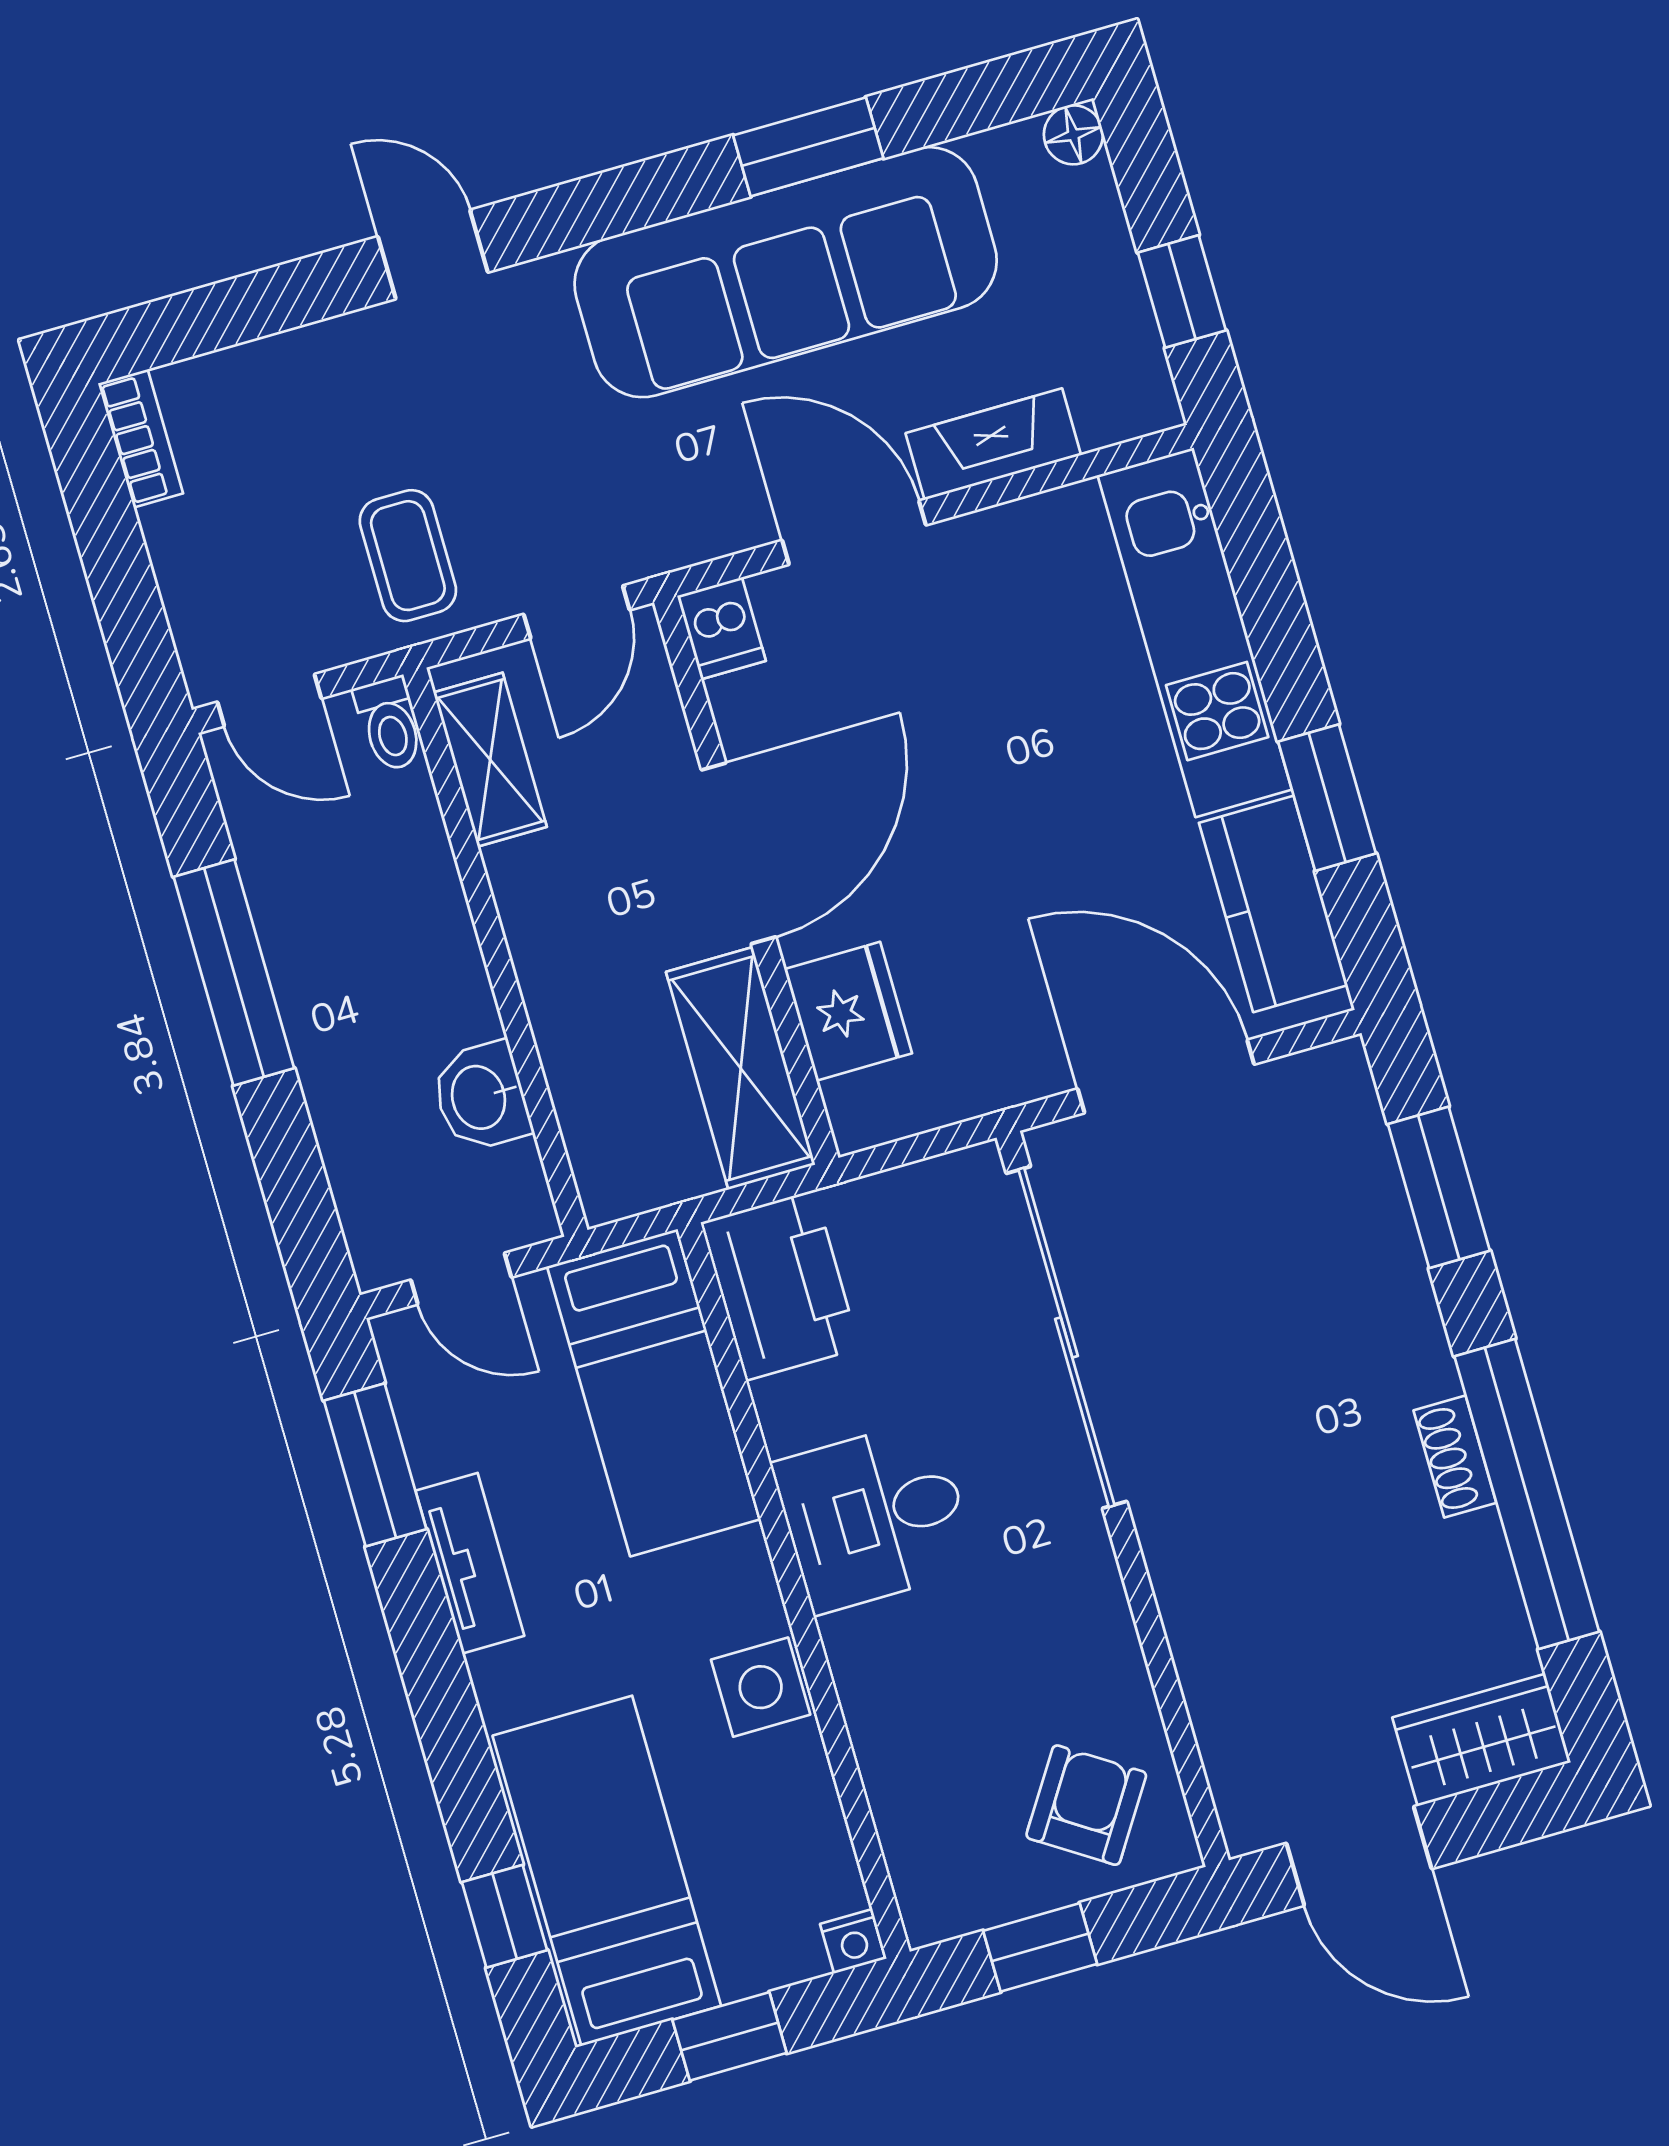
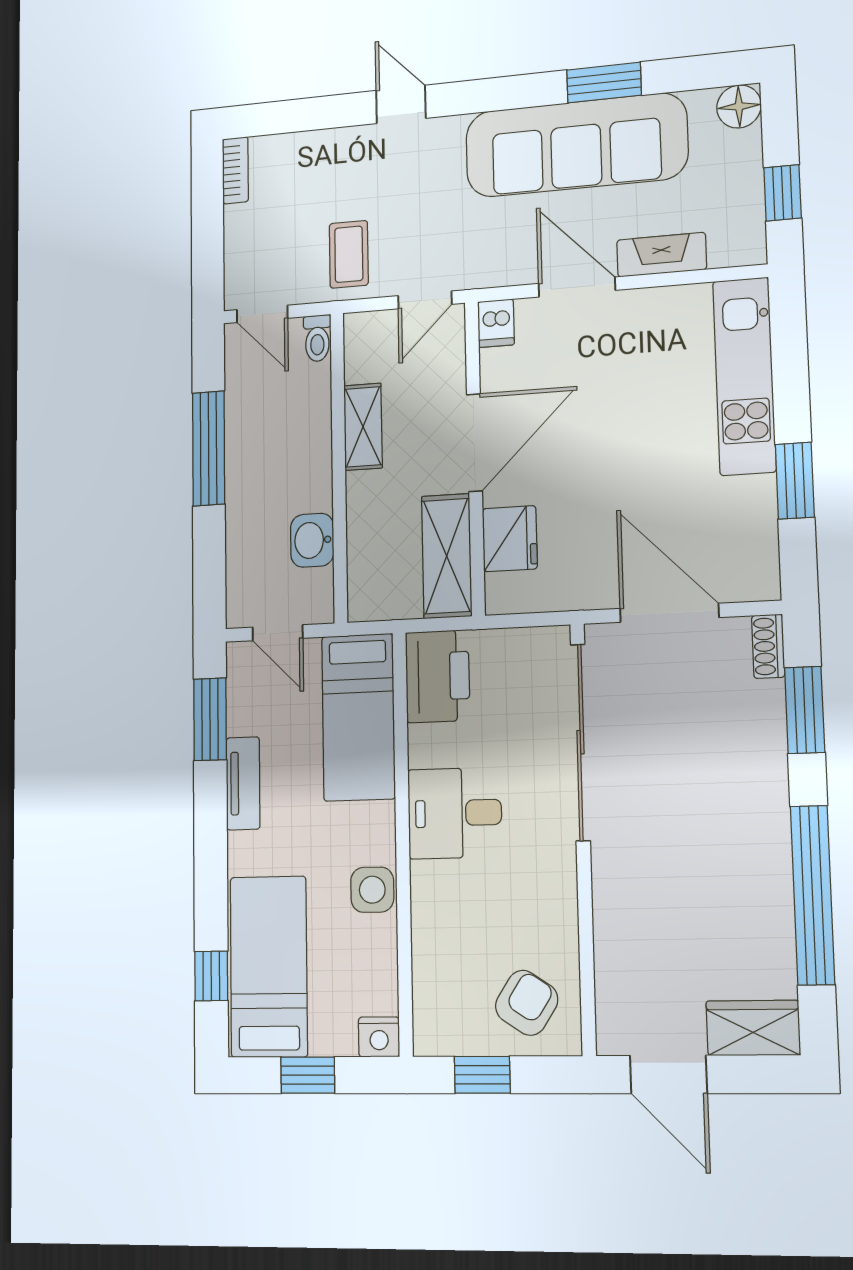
floor lamp: (1073, 135) -> (739, 106), width x1.37, depth x1.37
shelving: (490, 760) -> (363, 427), moved
kitchen counter: (1273, 904) -> (751, 532), removed
shoe rack: (1455, 1457) -> (768, 646), moved
nightstand: (853, 1941) -> (379, 1037), width x1.39, depth x1.35

